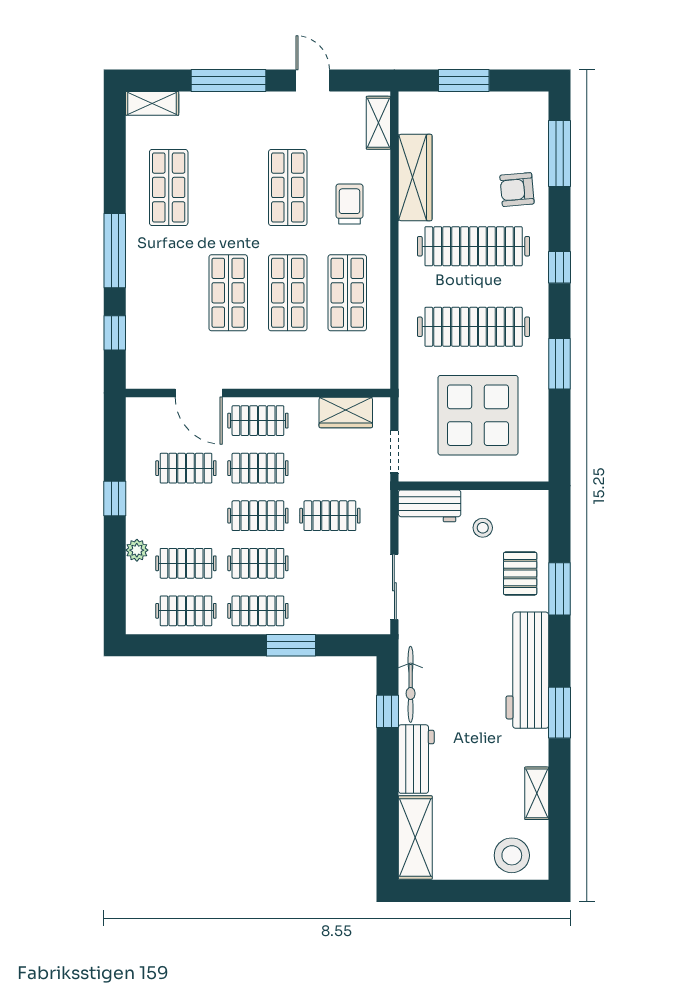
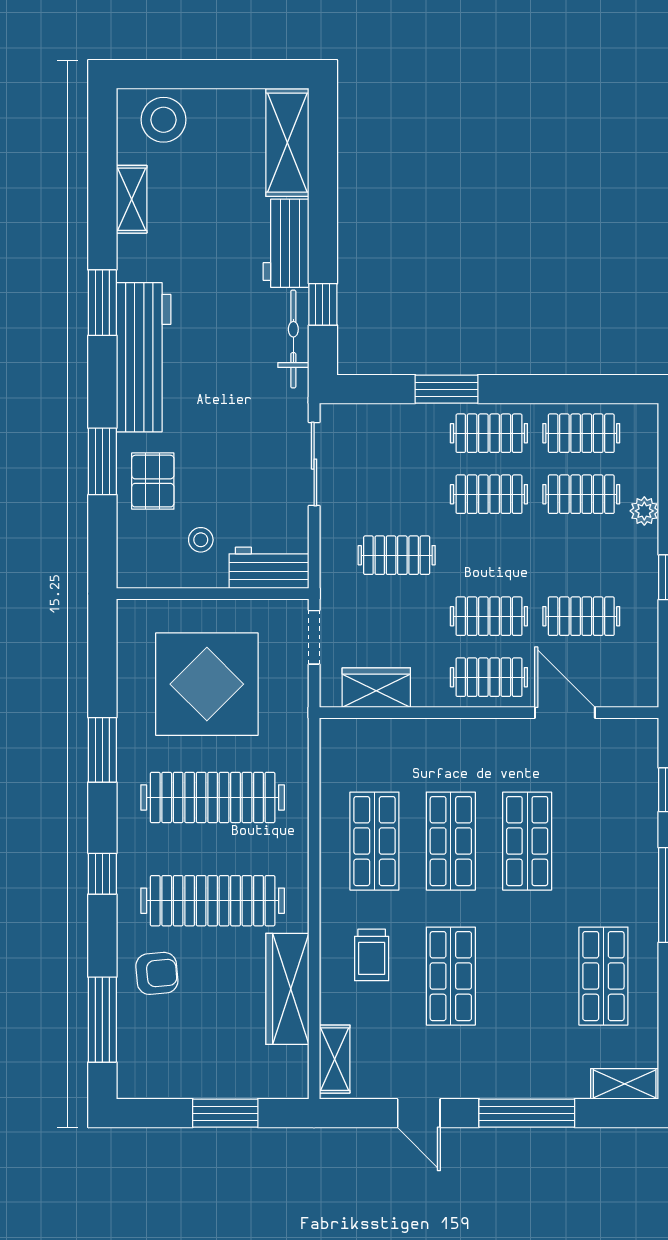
clothes rail: (258, 516) -> (489, 555), removed

